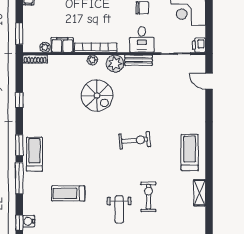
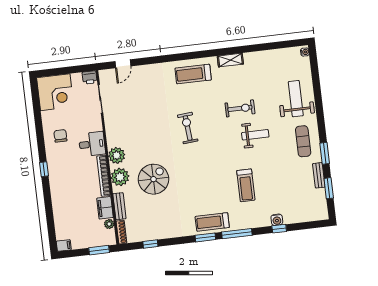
desk: (142, 39) -> (92, 144), moved
plant: (92, 60) -> (120, 177), width x1.87, depth x1.87
bench: (139, 60) -> (119, 206), moved
spiral stairs: (97, 96) -> (153, 179), moved
window: (19, 100) -> (150, 244), moved
exercise bike: (148, 197) -> (240, 108), turned 180

